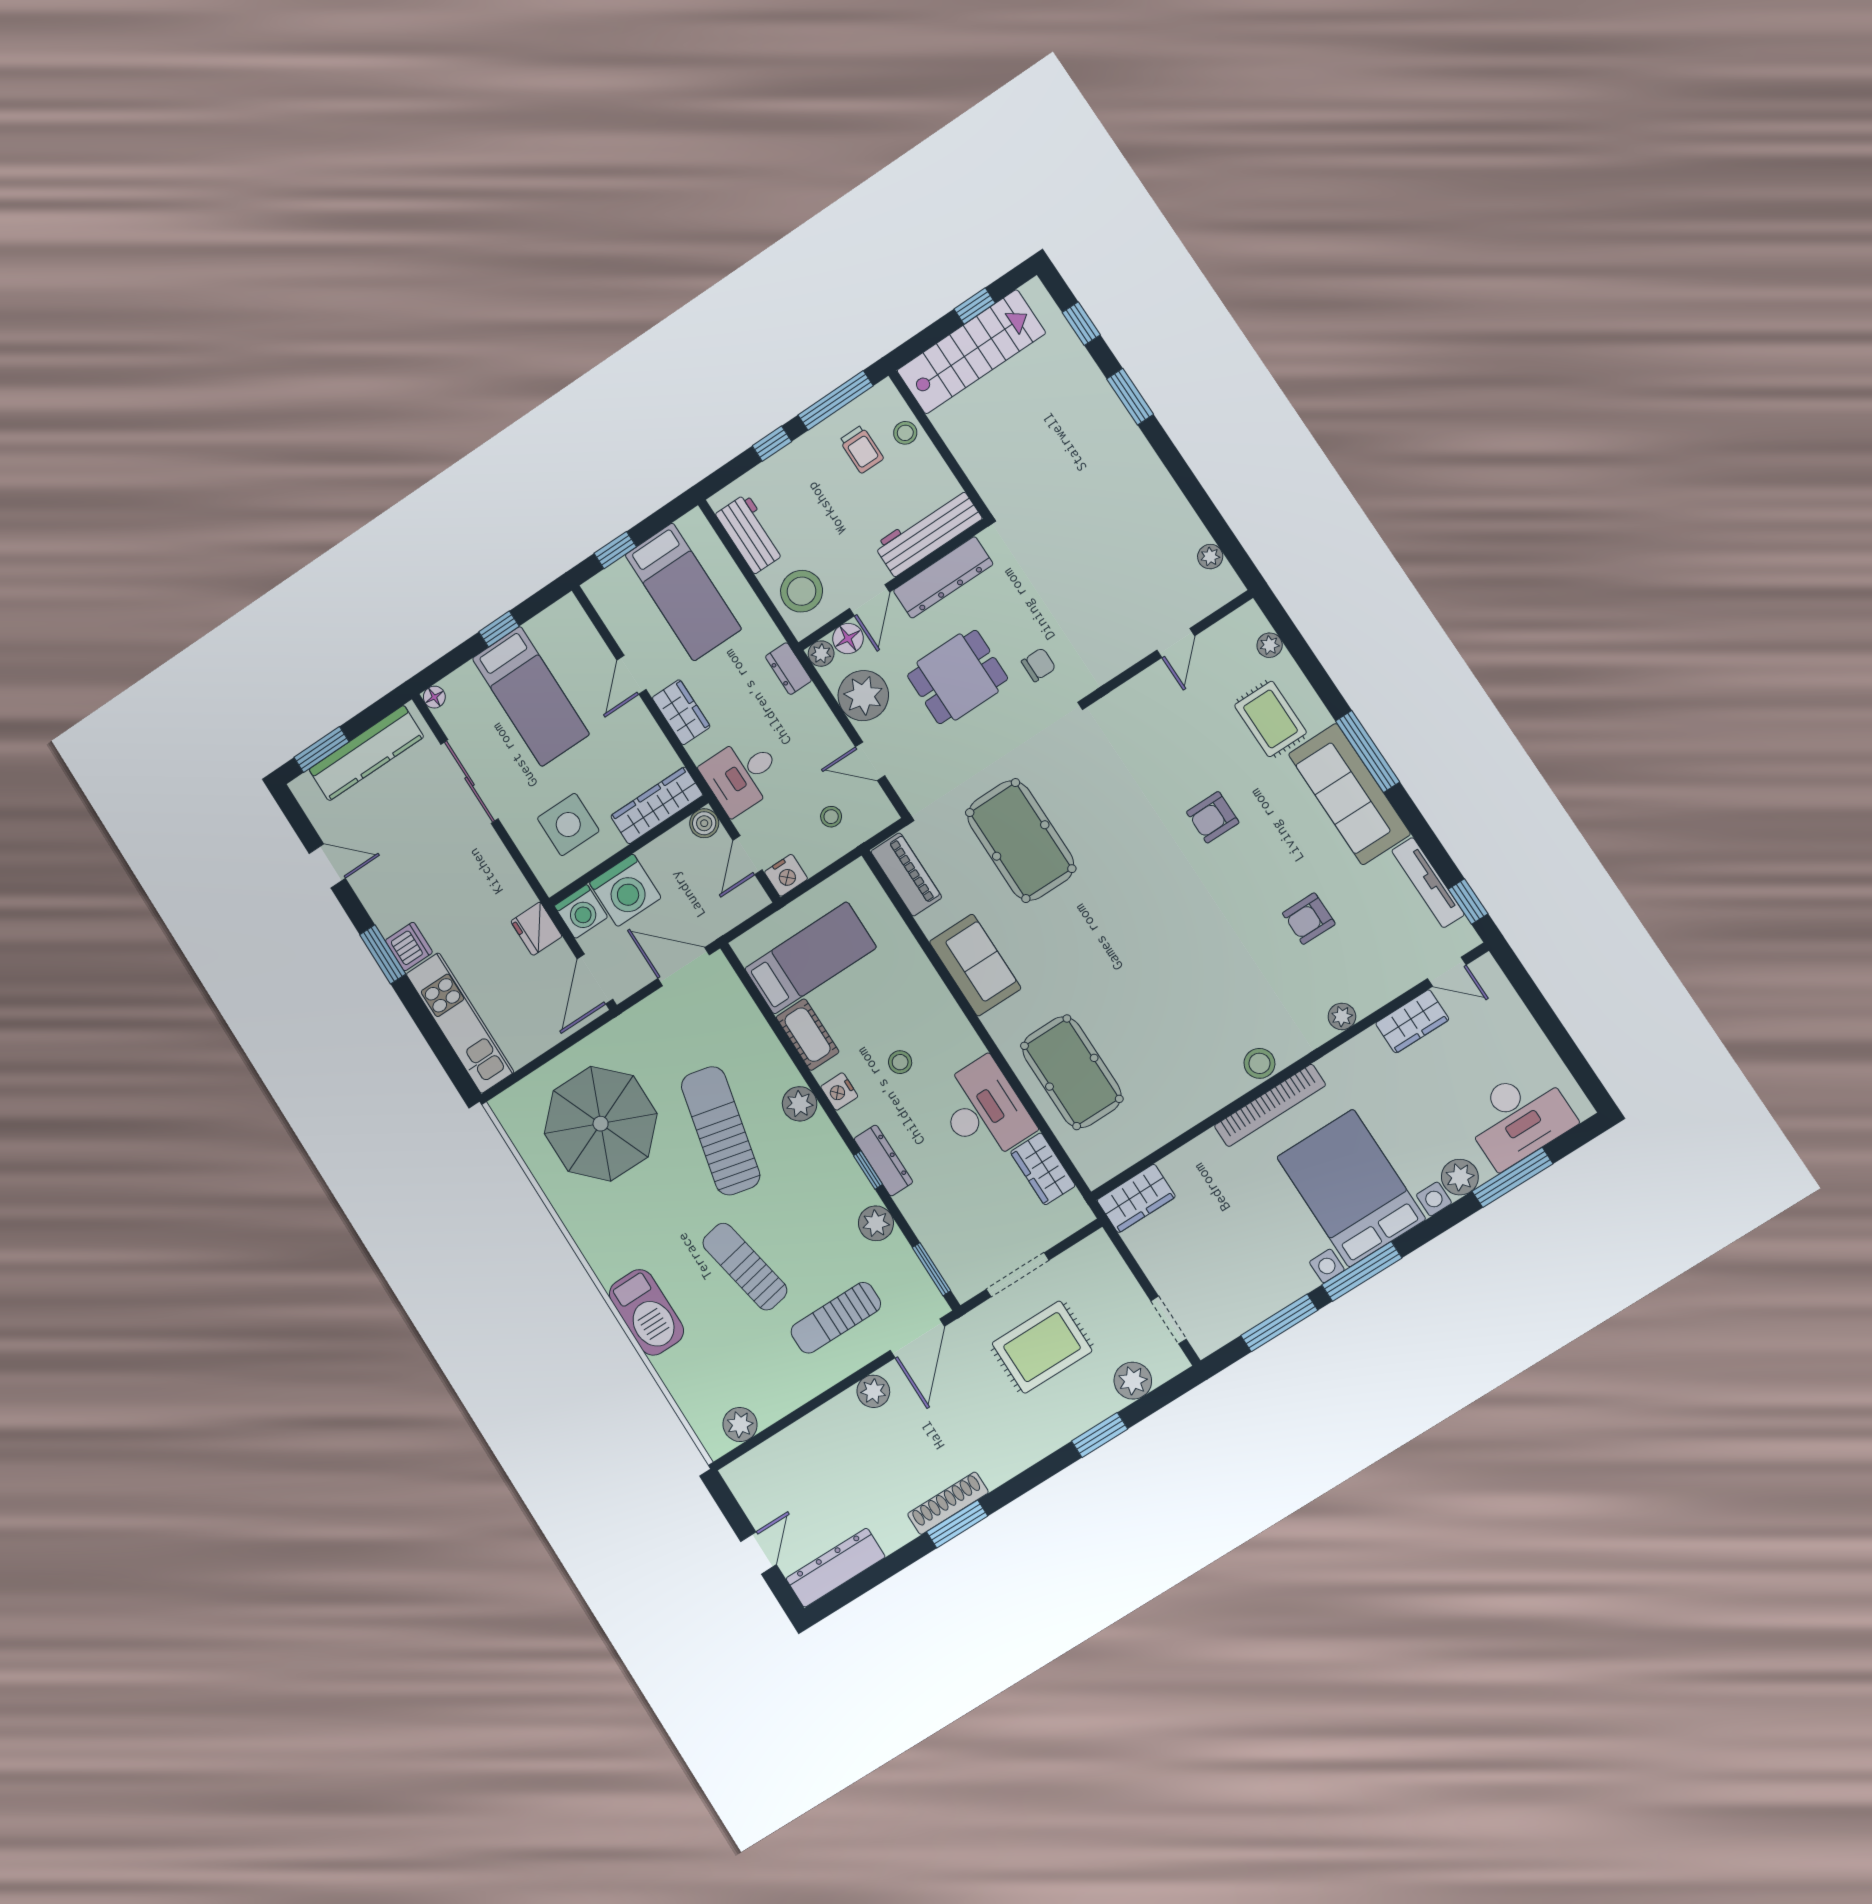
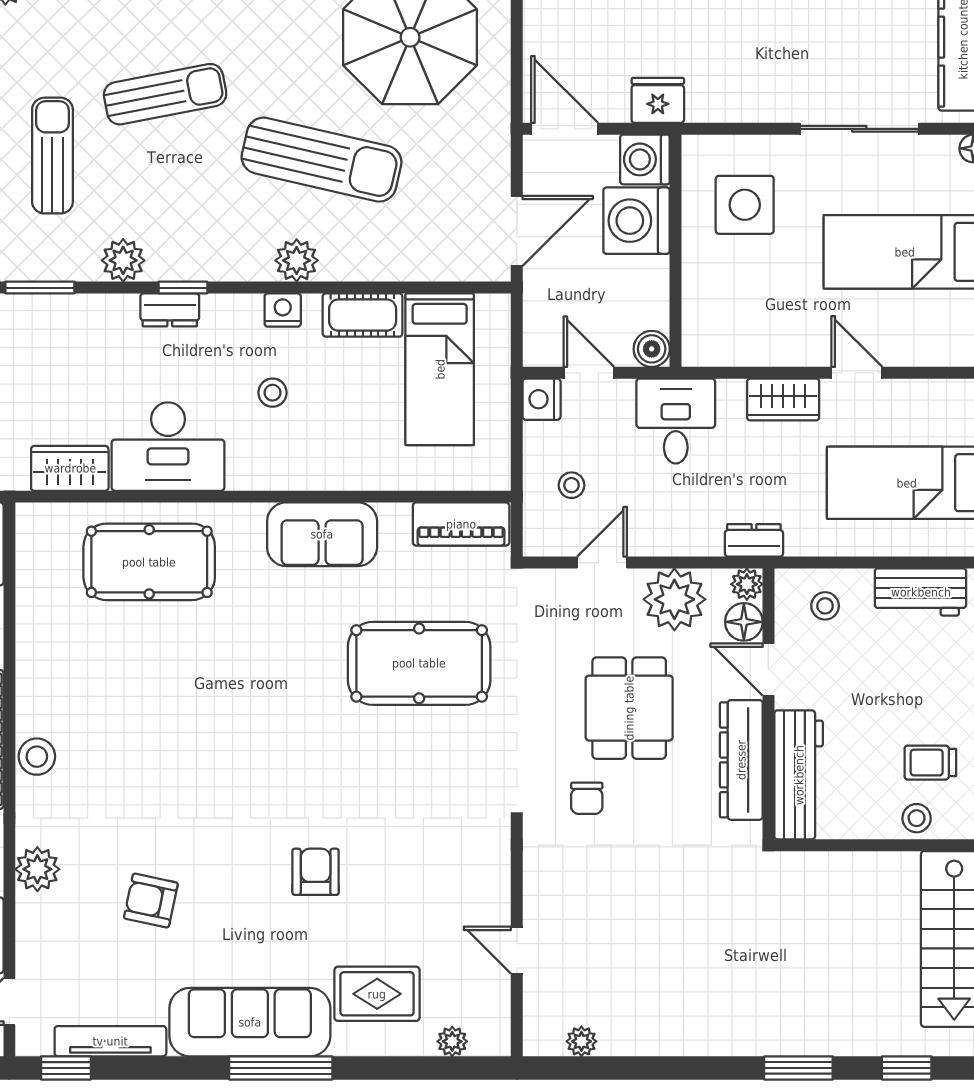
stool: (802, 591) -> (825, 606), width x0.53, depth x0.53
wardrobe: (657, 805) -> (703, 311), removed
armchair: (1309, 919) -> (151, 901), turned -78
plant: (1342, 1016) -> (37, 869), width x1.38, depth x1.38
dresser: (883, 1160) -> (170, 310), width x0.70

